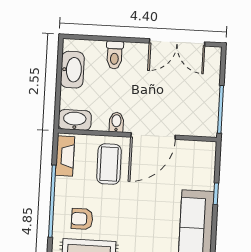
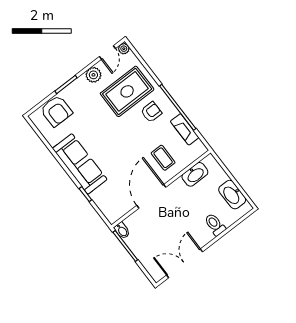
washbasin: (75, 120) -> (195, 174), moved
bidet: (116, 122) -> (122, 231), moved
fireplace: (65, 156) -> (185, 129), moved
coffee table: (109, 164) -> (163, 158), width x0.73, depth x0.77

